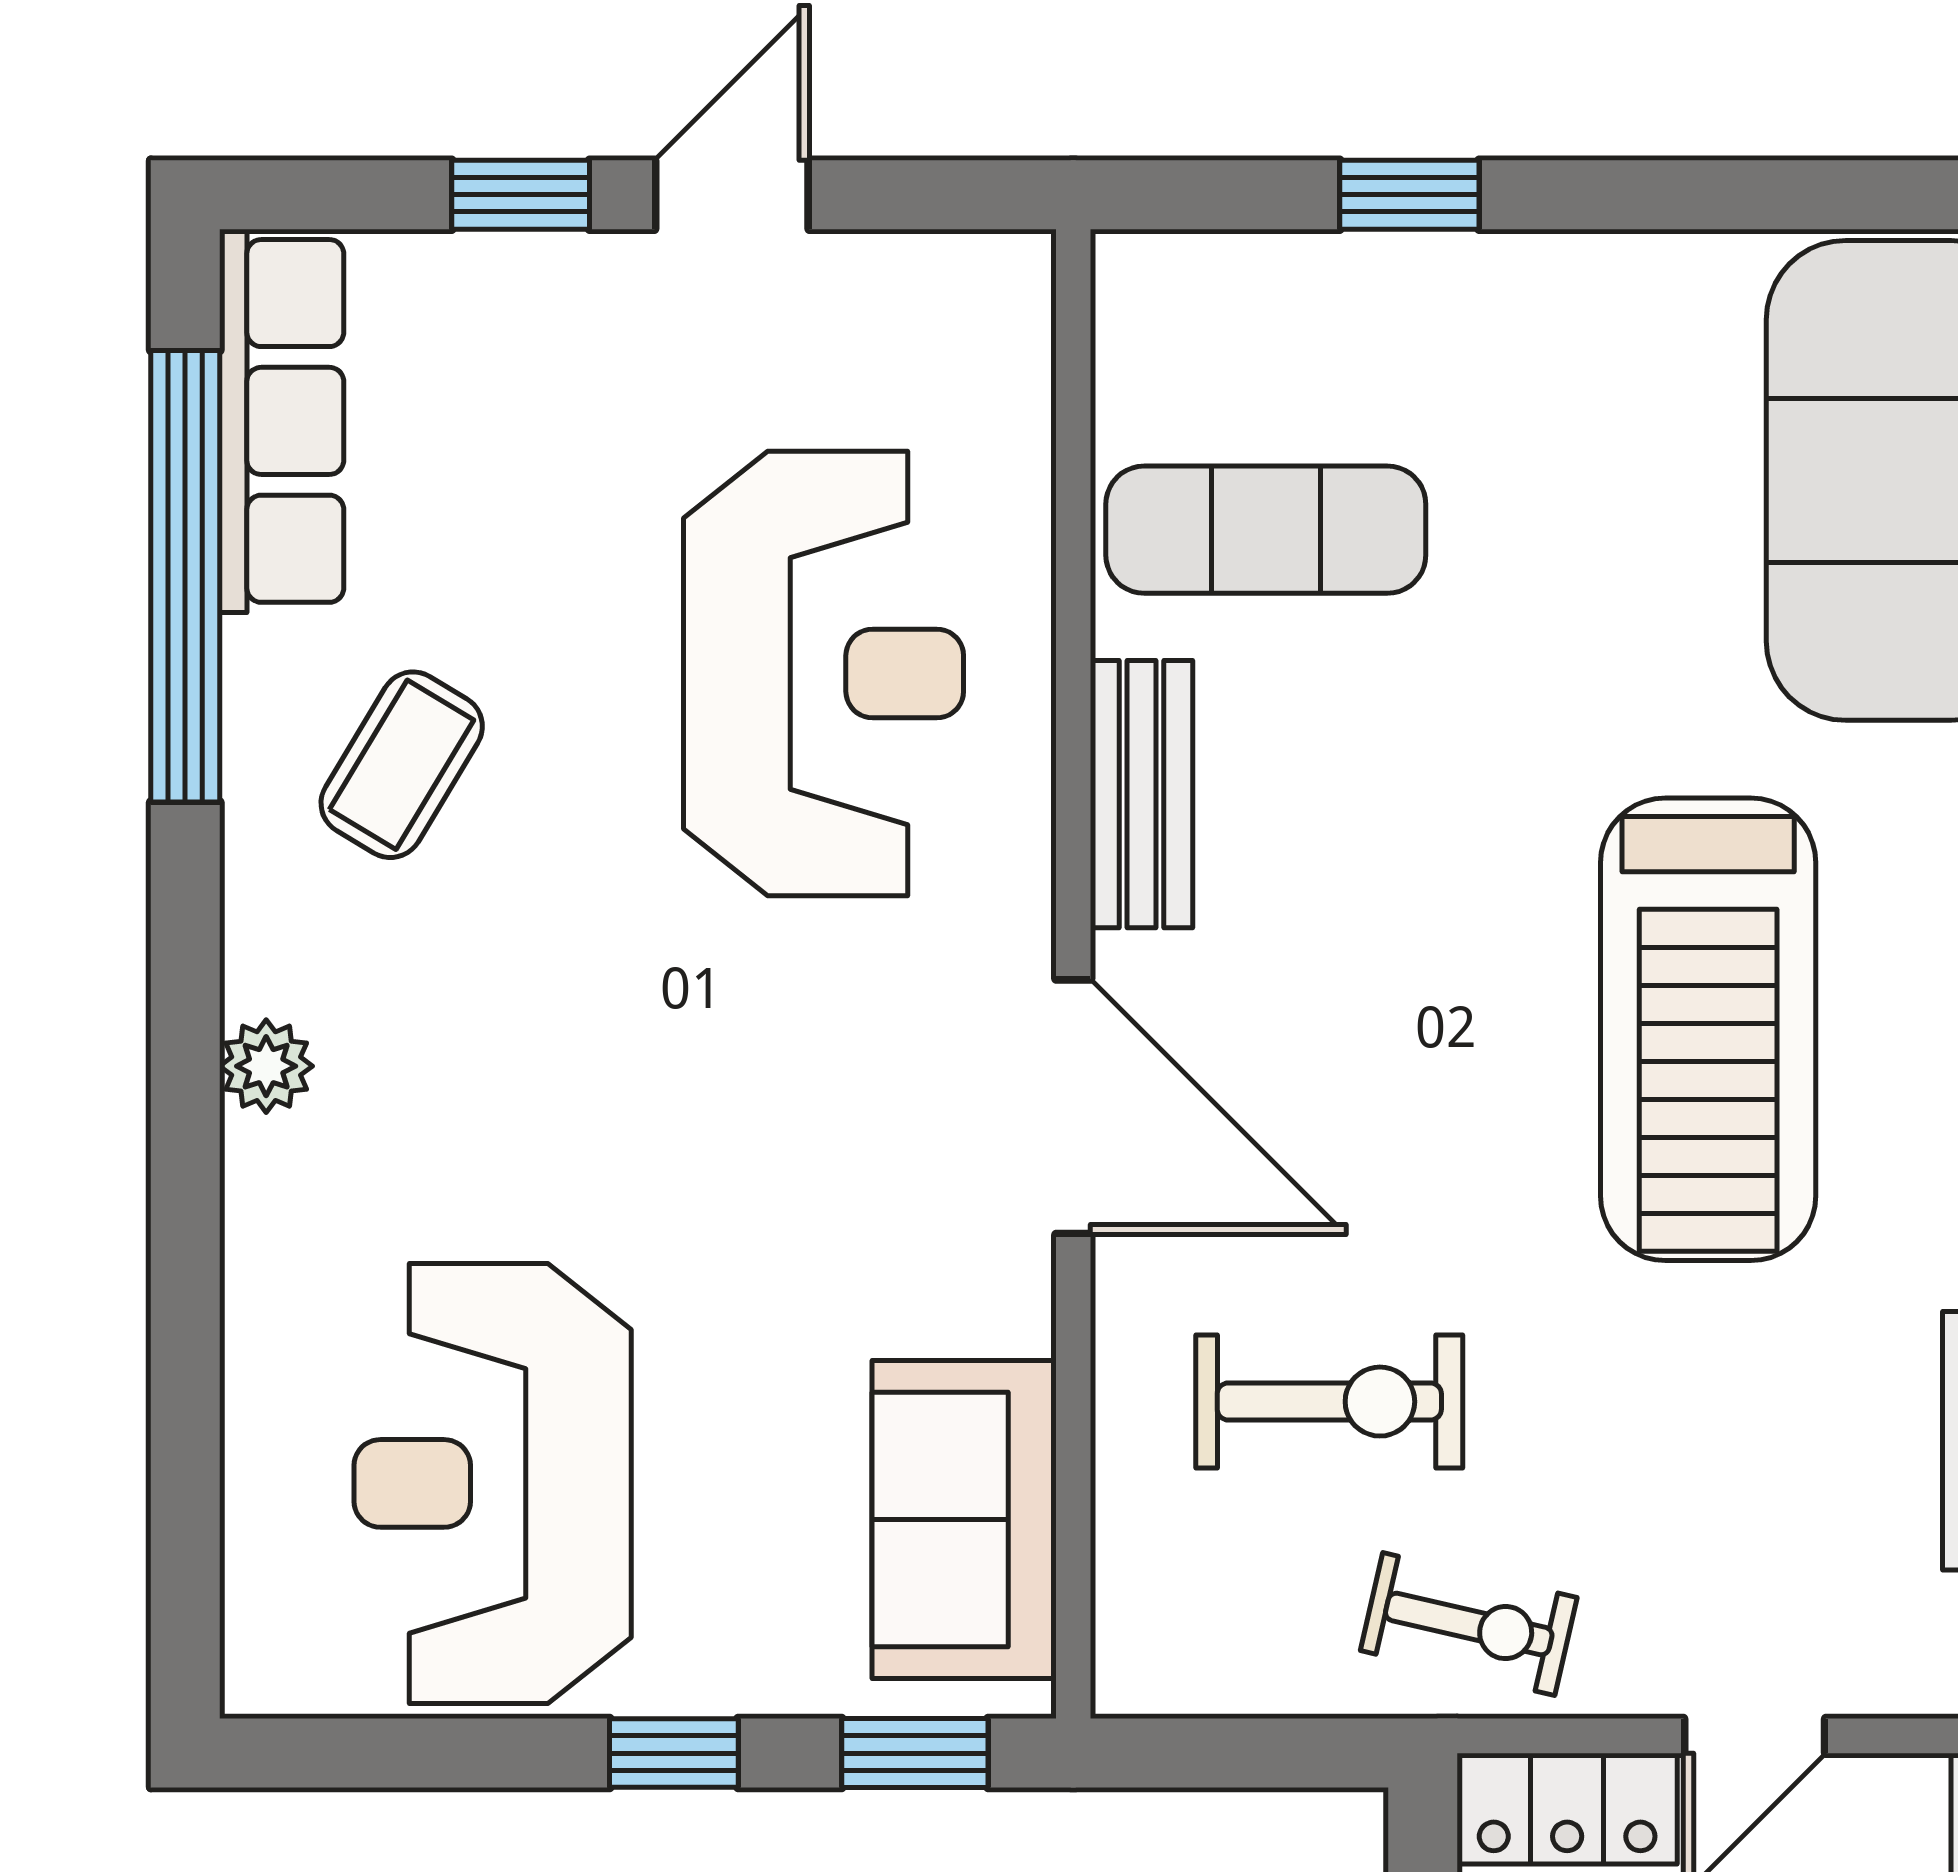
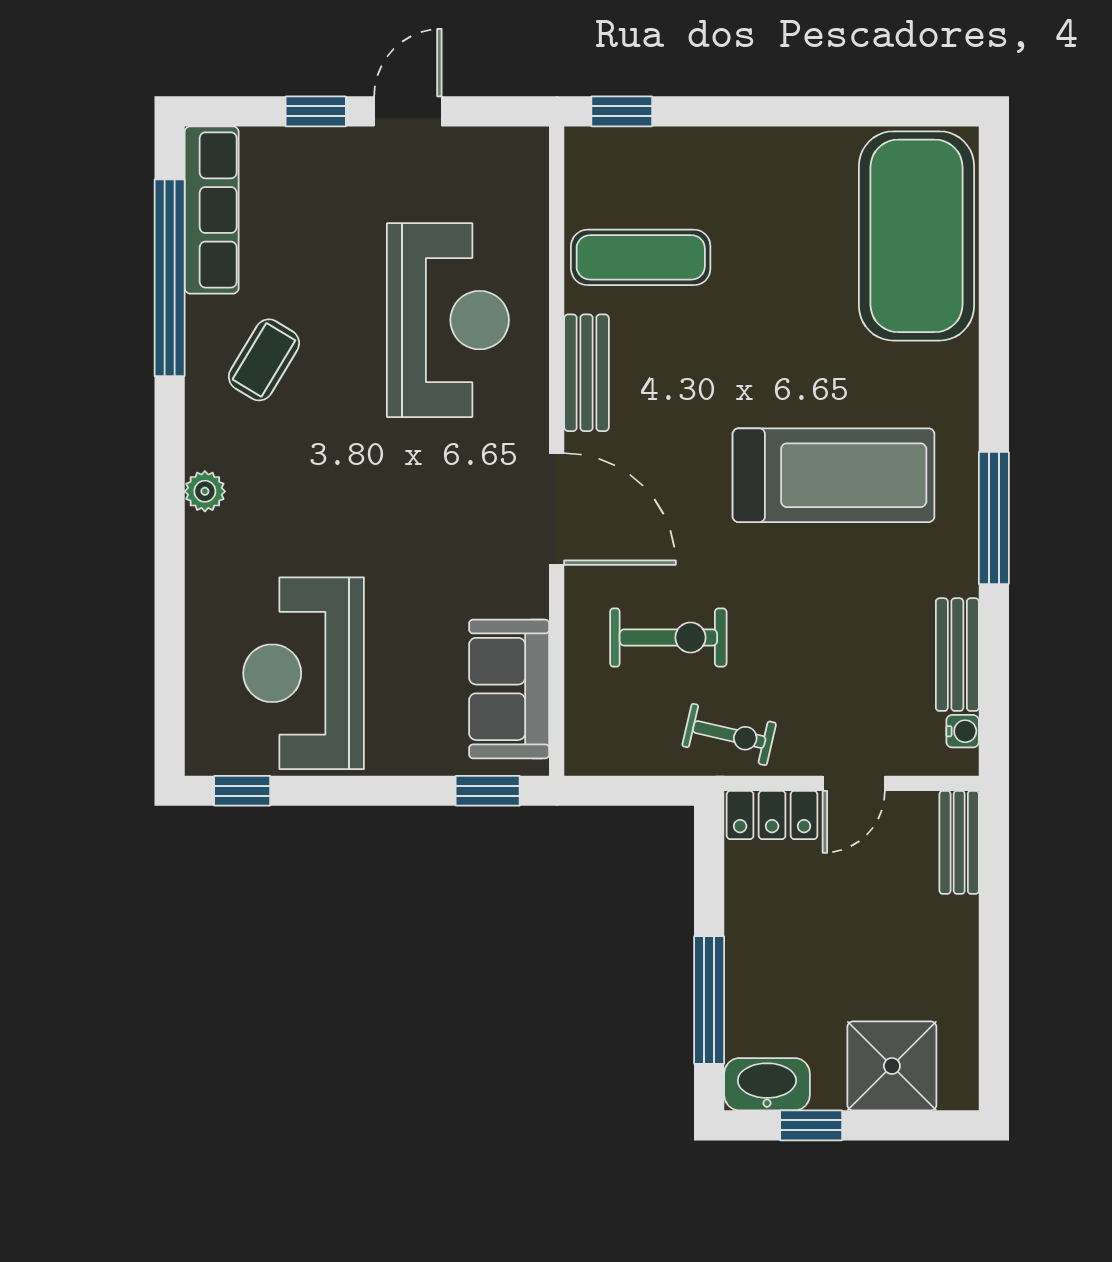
window: (1409, 195) -> (622, 111), moved
treadmill: (1708, 1029) -> (834, 475), turned -90
window: (674, 1753) -> (242, 791), moved

